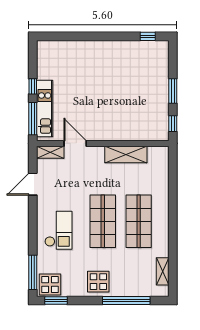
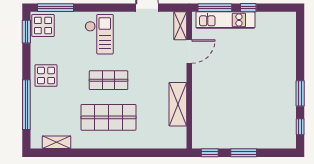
window: (115, 36) -> (300, 93), added
shop shelf: (103, 221) -> (109, 80), width x0.70, depth x0.74
checkout: (58, 230) -> (99, 34), turned -90

